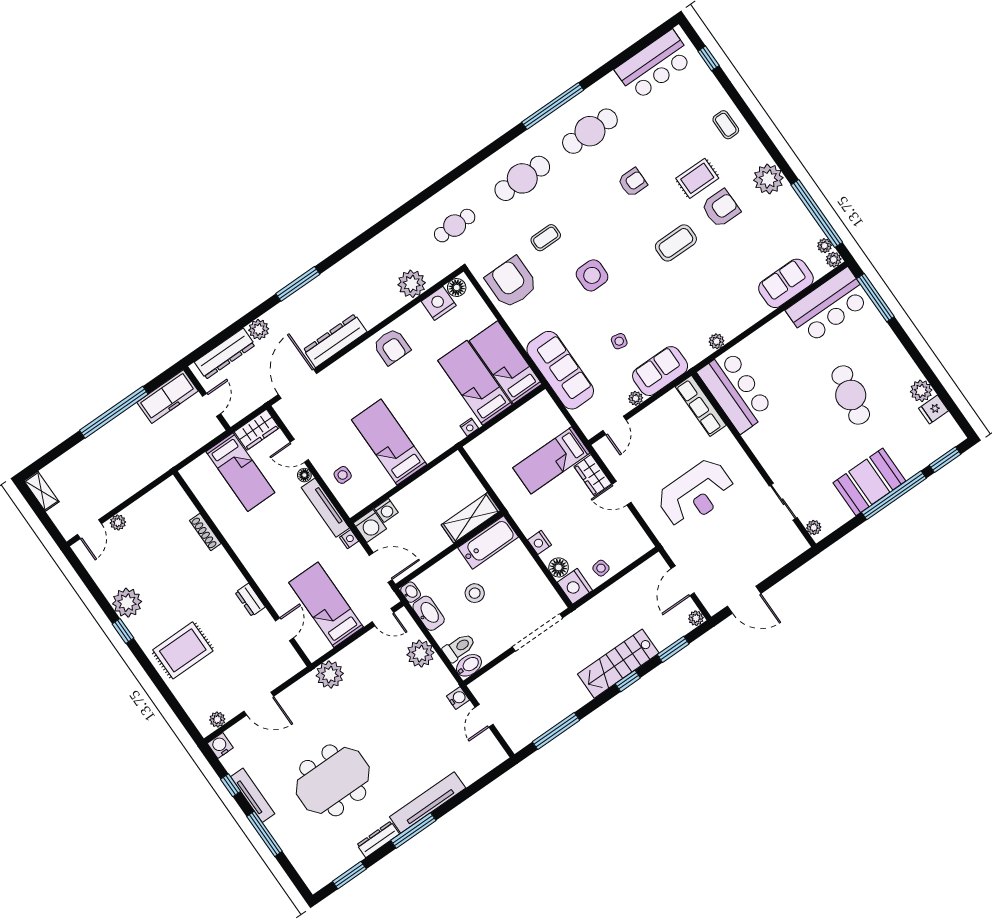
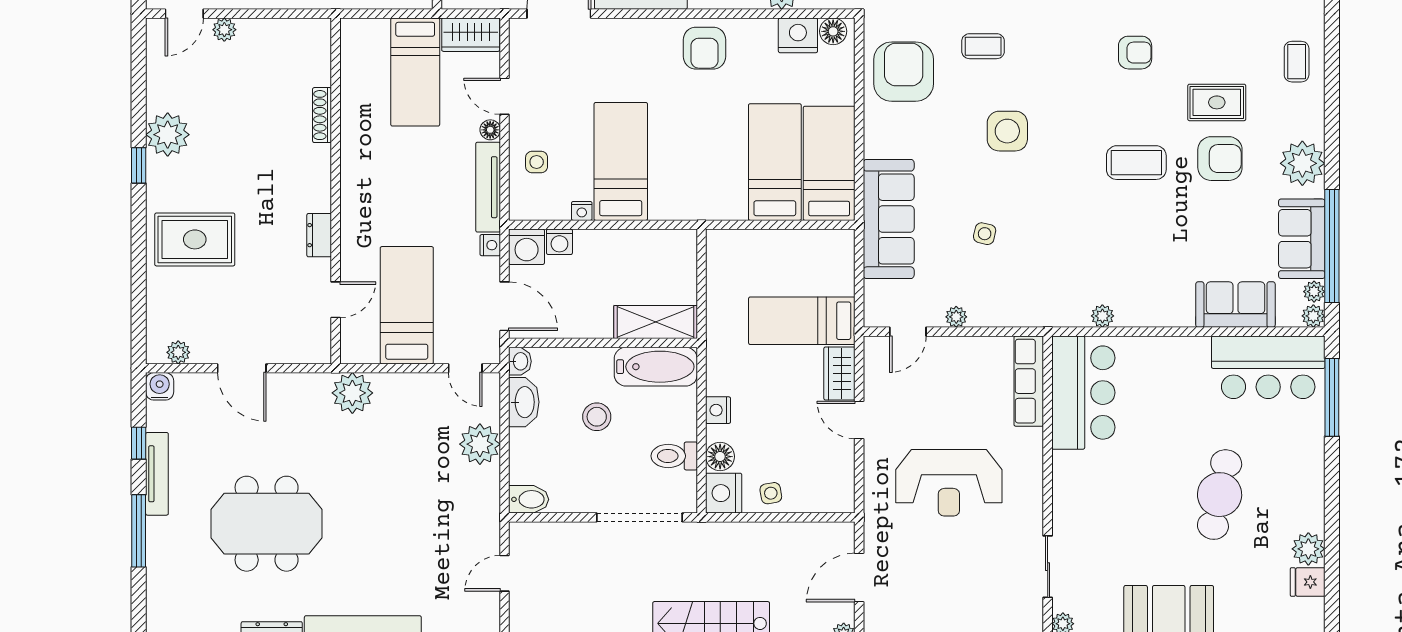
sofa: (660, 371) -> (1302, 239), moved, turned -90
nightstand: (469, 427) -> (582, 211), moved
toilet: (459, 647) -> (674, 456), moved, turned 180
water cooler: (458, 698) -> (488, 530), removed

